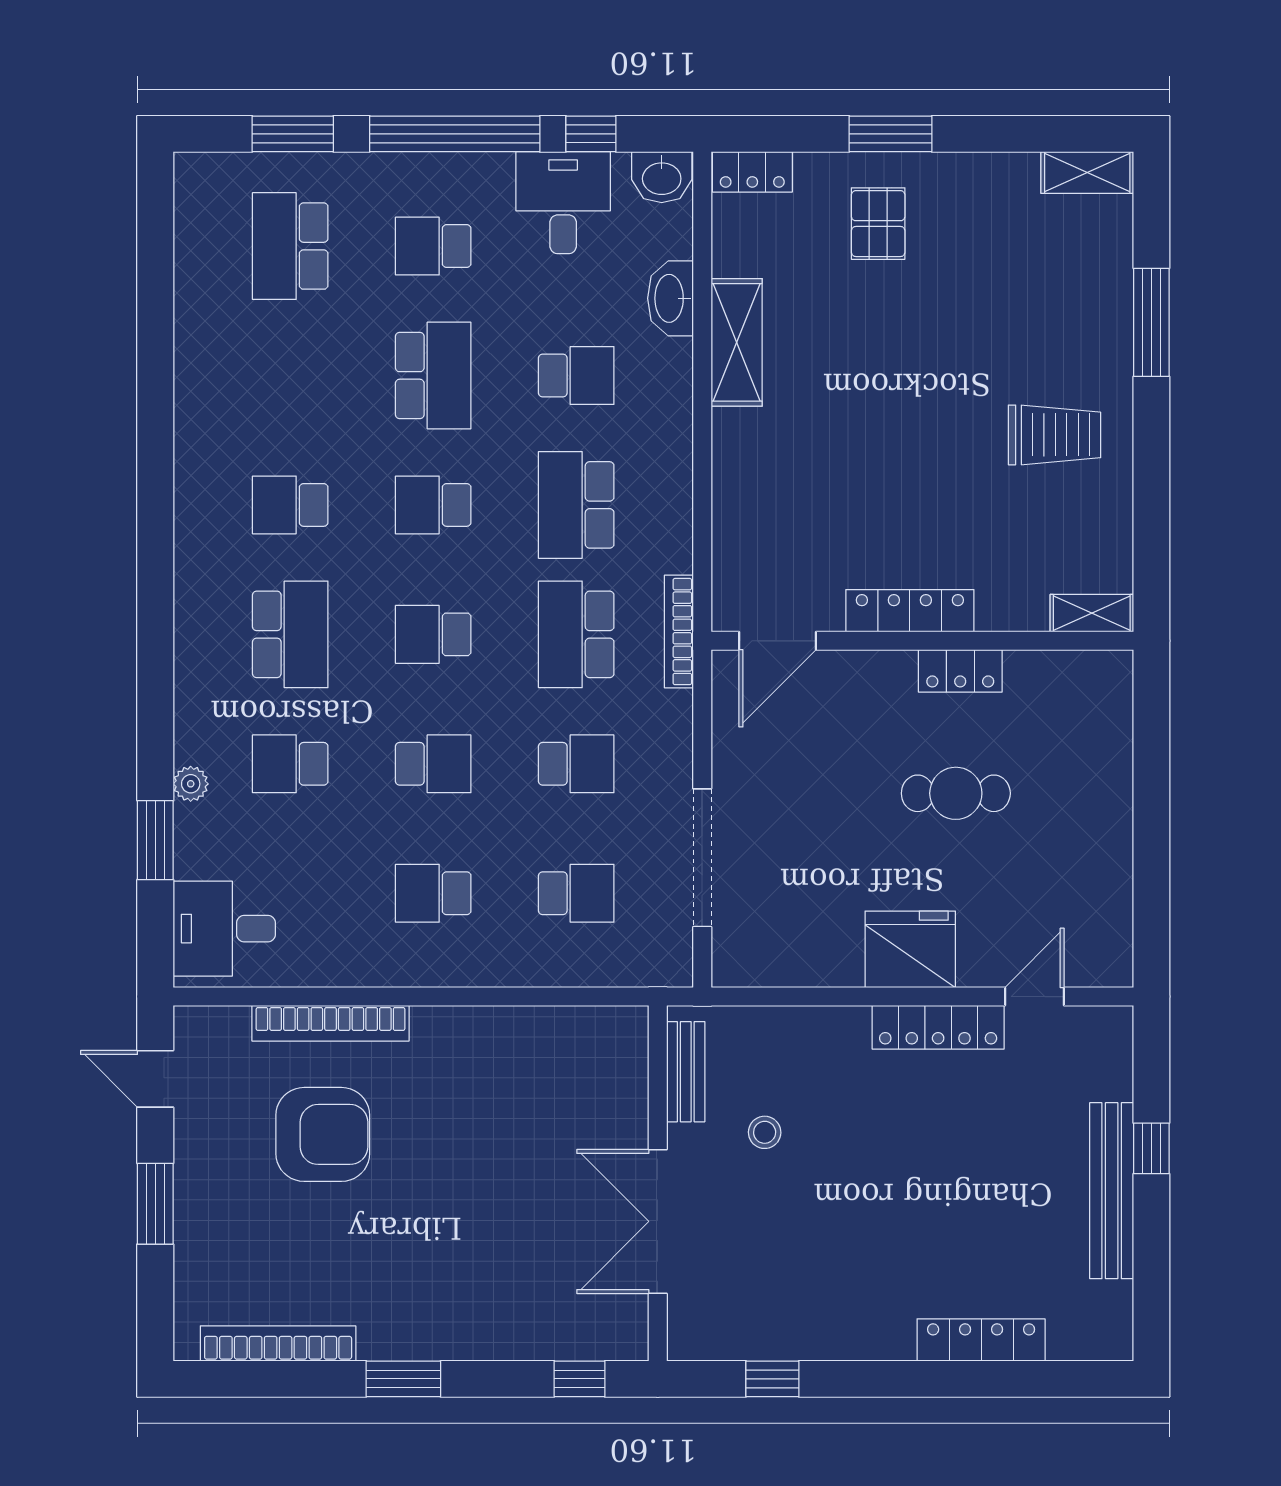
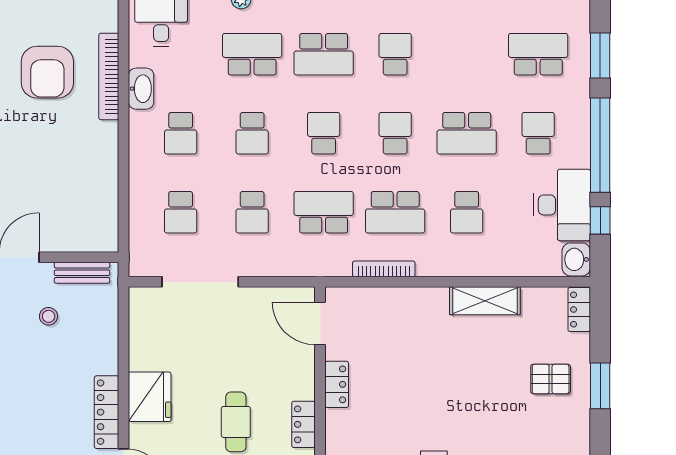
desk: (563, 203) -> (562, 205), width x1.37
washbasin: (670, 298) -> (141, 89), moved, turned 90
school desk: (576, 505) -> (395, 212), turned 180
locker: (910, 611) -> (337, 384), width x0.66
bookcase: (679, 632) -> (384, 269), moved
school desk: (290, 764) -> (252, 54), width x1.85
school desk: (433, 893) -> (181, 133), turned 180

